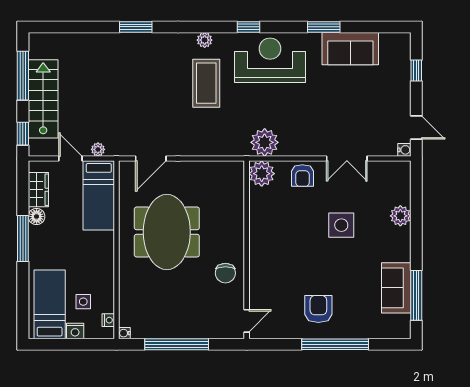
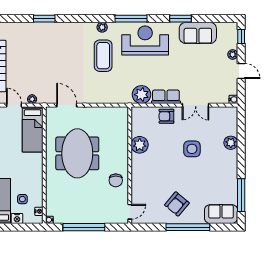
window: (136, 27) -> (44, 19), moved
window: (249, 27) -> (131, 19), width x2.17
window: (416, 70) -> (241, 37), moved
plant: (403, 82) -> (233, 55), added
door: (416, 128) -> (241, 71), moved
row of seats: (302, 146) -> (166, 97), added
door: (151, 159) -> (67, 105), swing flipped
plant: (262, 174) -> (140, 145), moved
armchair: (302, 176) -> (166, 116), turned 90
sofa: (396, 288) -> (221, 214), moved, turned 90
armchair: (318, 309) -> (177, 204), turned -140

